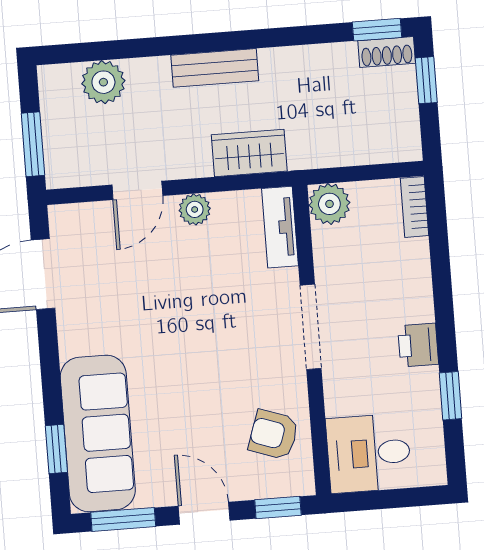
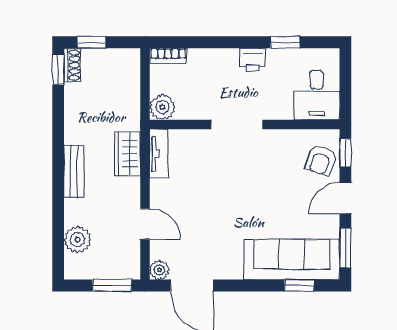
plant: (195, 209) -> (159, 270), moved
tv unit: (280, 227) -> (159, 154), moved, turned -90
armchair: (274, 435) -> (321, 160), moved

